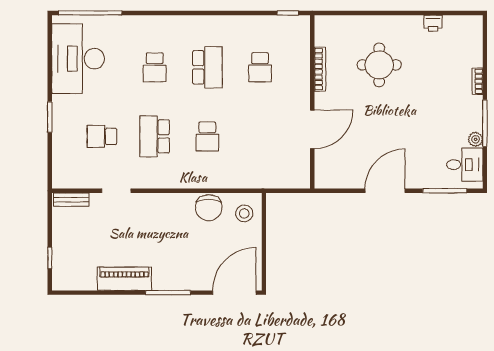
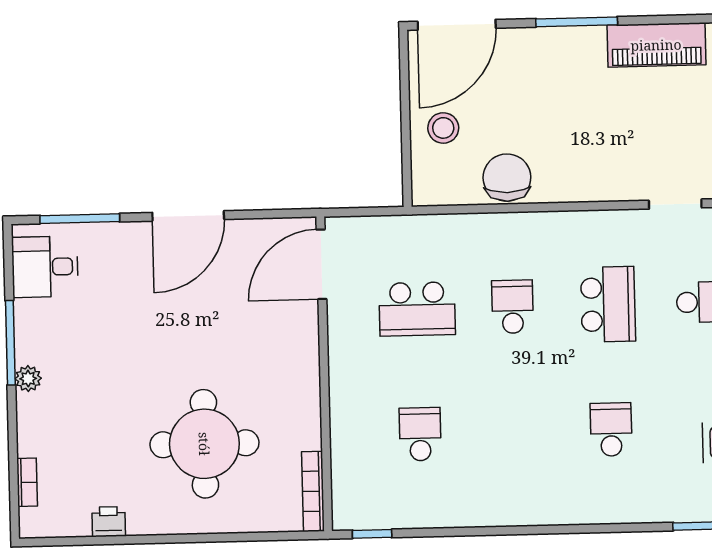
round table: (379, 65) -> (204, 444), width x1.36, depth x1.36
school desk: (207, 67) -> (417, 309), moved, turned -90
bookcase: (320, 69) -> (313, 491), moved
bookcase: (477, 81) -> (27, 482), moved
door: (312, 129) -> (321, 264), moved
plant: (476, 139) -> (28, 379), moved
stool: (244, 213) -> (443, 128), moved

